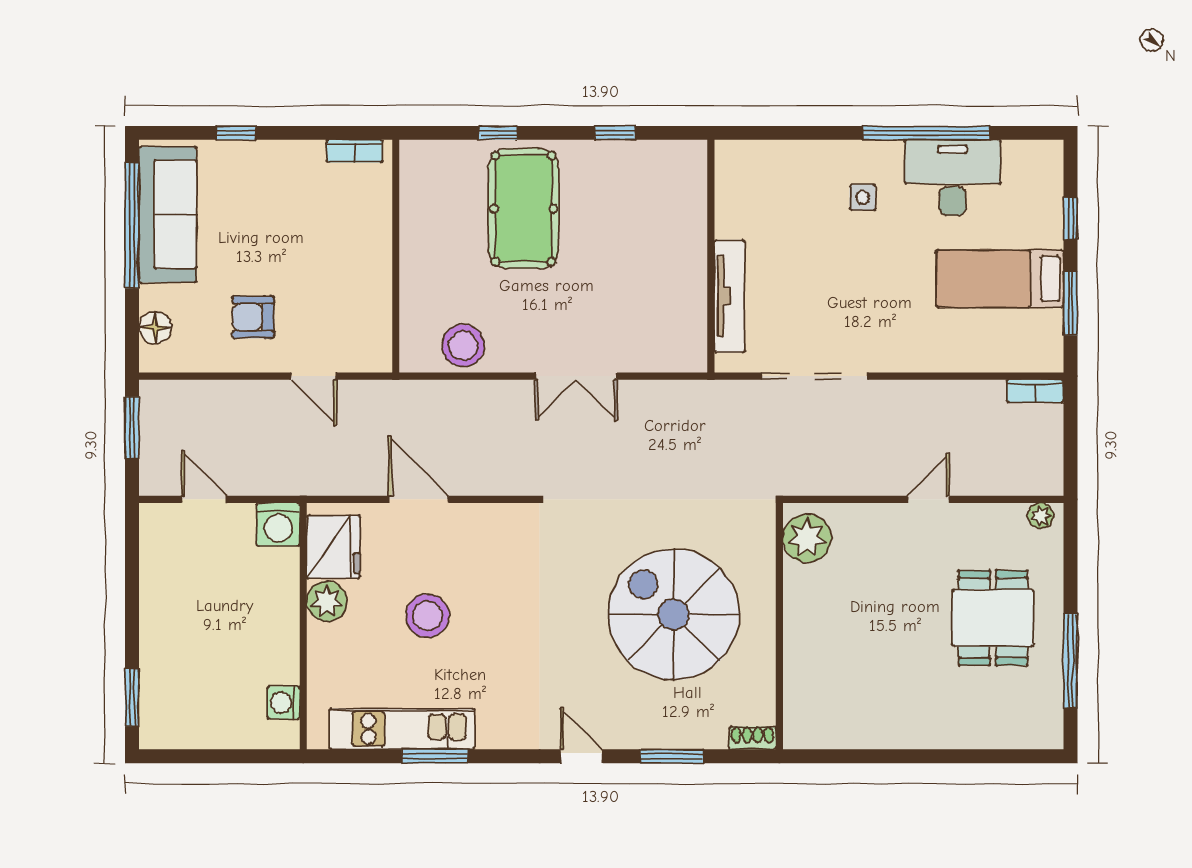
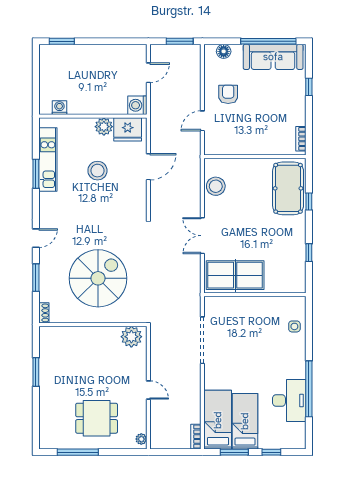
side table: (863, 197) -> (294, 326), moved
pool table: (523, 209) -> (288, 188), moved, turned 90
tv unit: (730, 296) -> (237, 303), removed
table tennis table: (666, 301) -> (235, 275), added
bed: (996, 340) -> (218, 420), added
window: (887, 756) -> (36, 372), added

